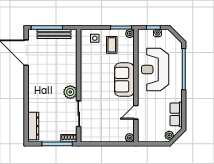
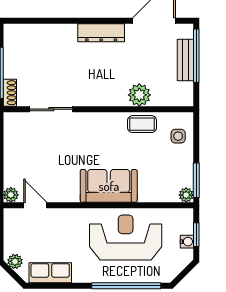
bench: (54, 34) -> (185, 60), width x0.73
coffee table: (112, 45) -> (142, 124), moved
plant: (70, 92) -> (139, 95), moved
door: (136, 112) -> (35, 205), moved
dresser: (33, 126) -> (101, 33), moved

